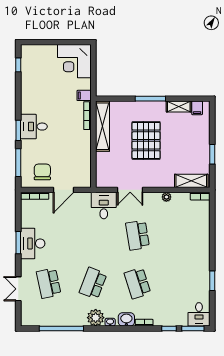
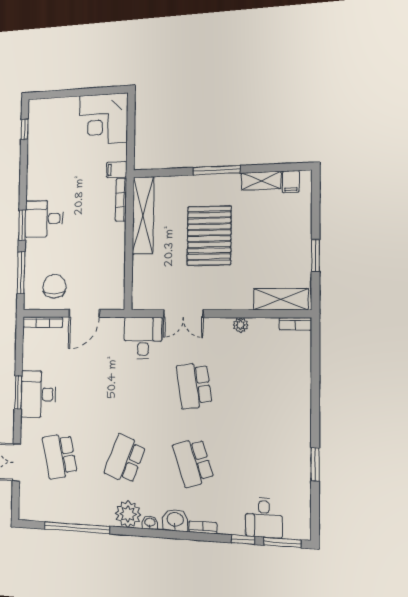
desk: (199, 314) -> (264, 518), moved

